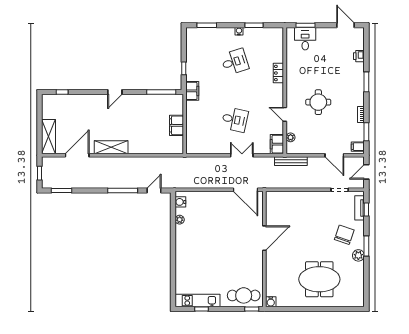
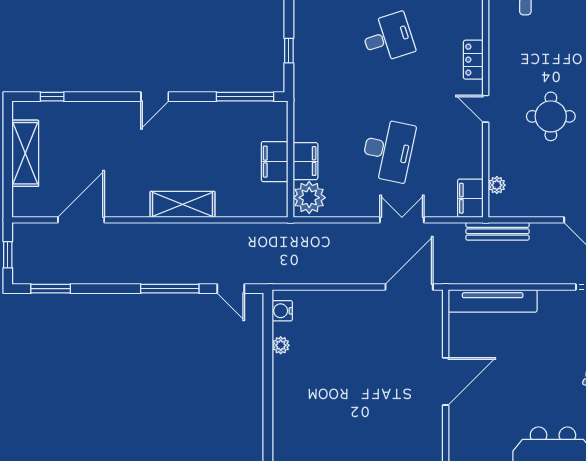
filing cabinet: (192, 91) -> (305, 161), moved
door: (285, 114) -> (486, 109), moved
desk: (235, 120) -> (388, 150), width x1.37
shelving: (48, 137) -> (25, 153), moved
plant: (194, 144) -> (309, 198), added
shelving: (111, 147) -> (183, 204), moved
door: (246, 190) -> (409, 287), swing flipped
door: (154, 191) -> (231, 289), swing flipped
tv unit: (288, 197) -> (493, 301), added

